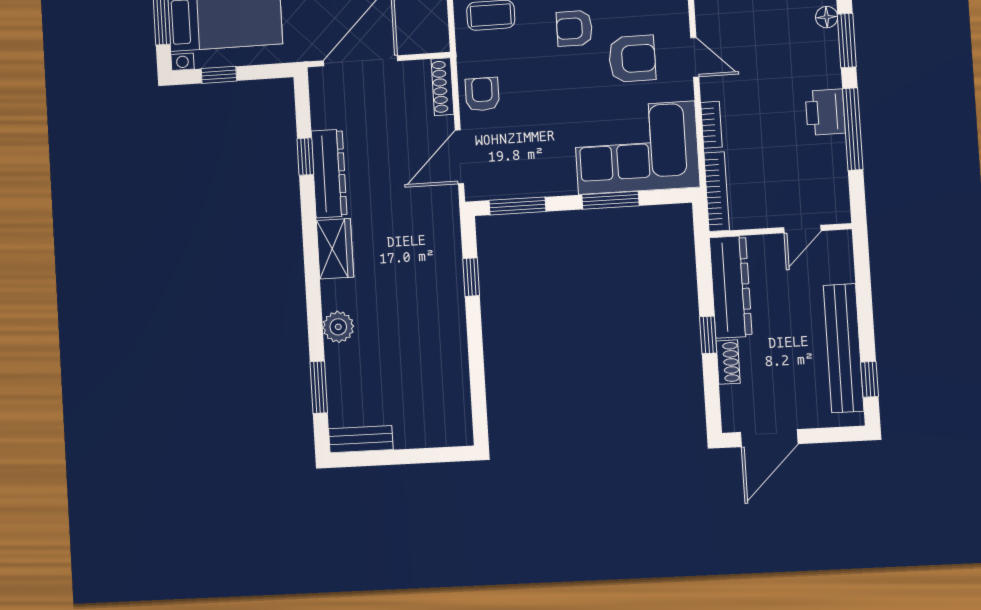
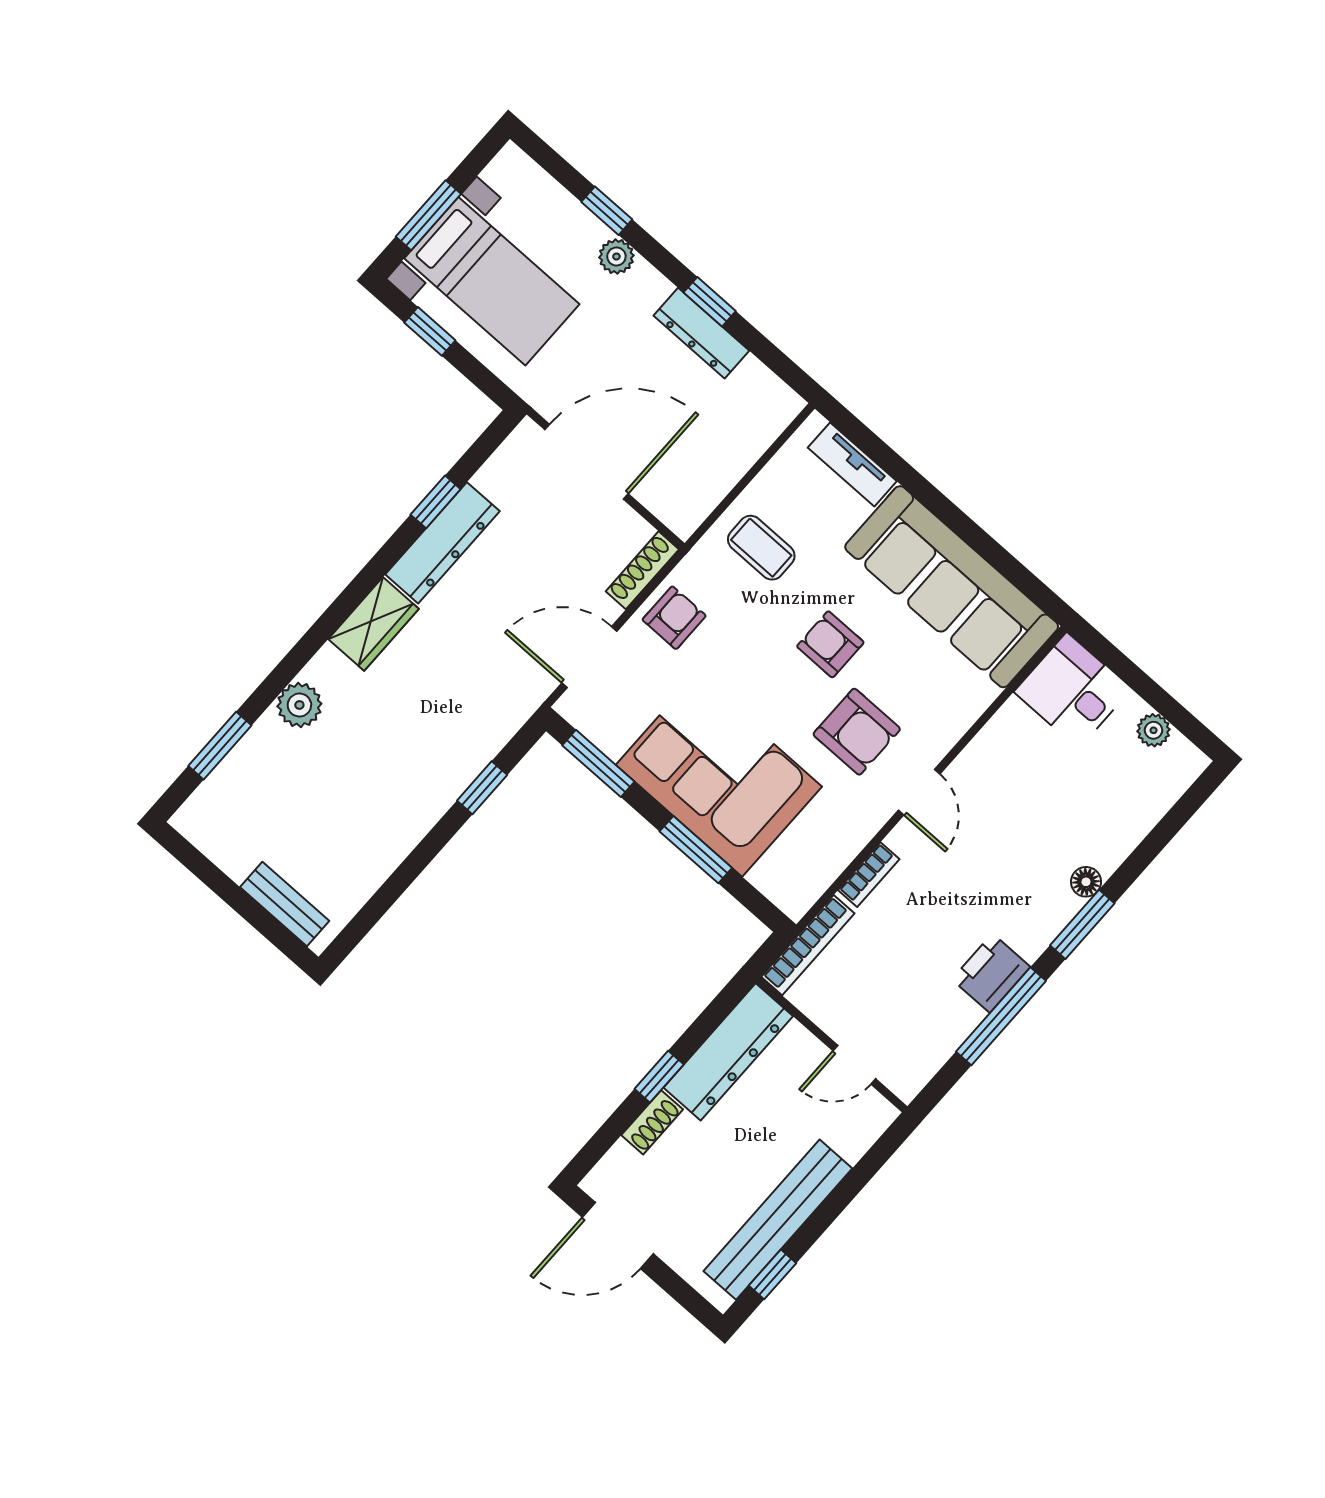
corner sofa: (636, 148) -> (719, 776), moved
bench: (361, 439) -> (285, 904), moved

